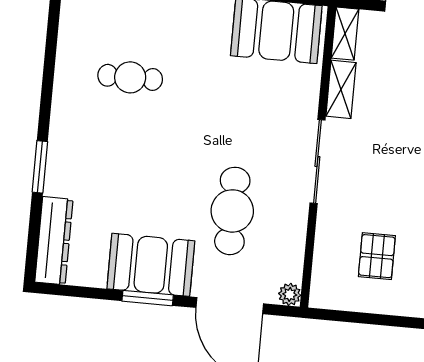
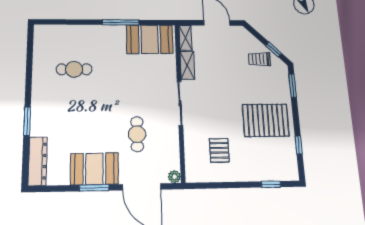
cafe table: (232, 211) -> (137, 134), width x0.73, depth x0.74

